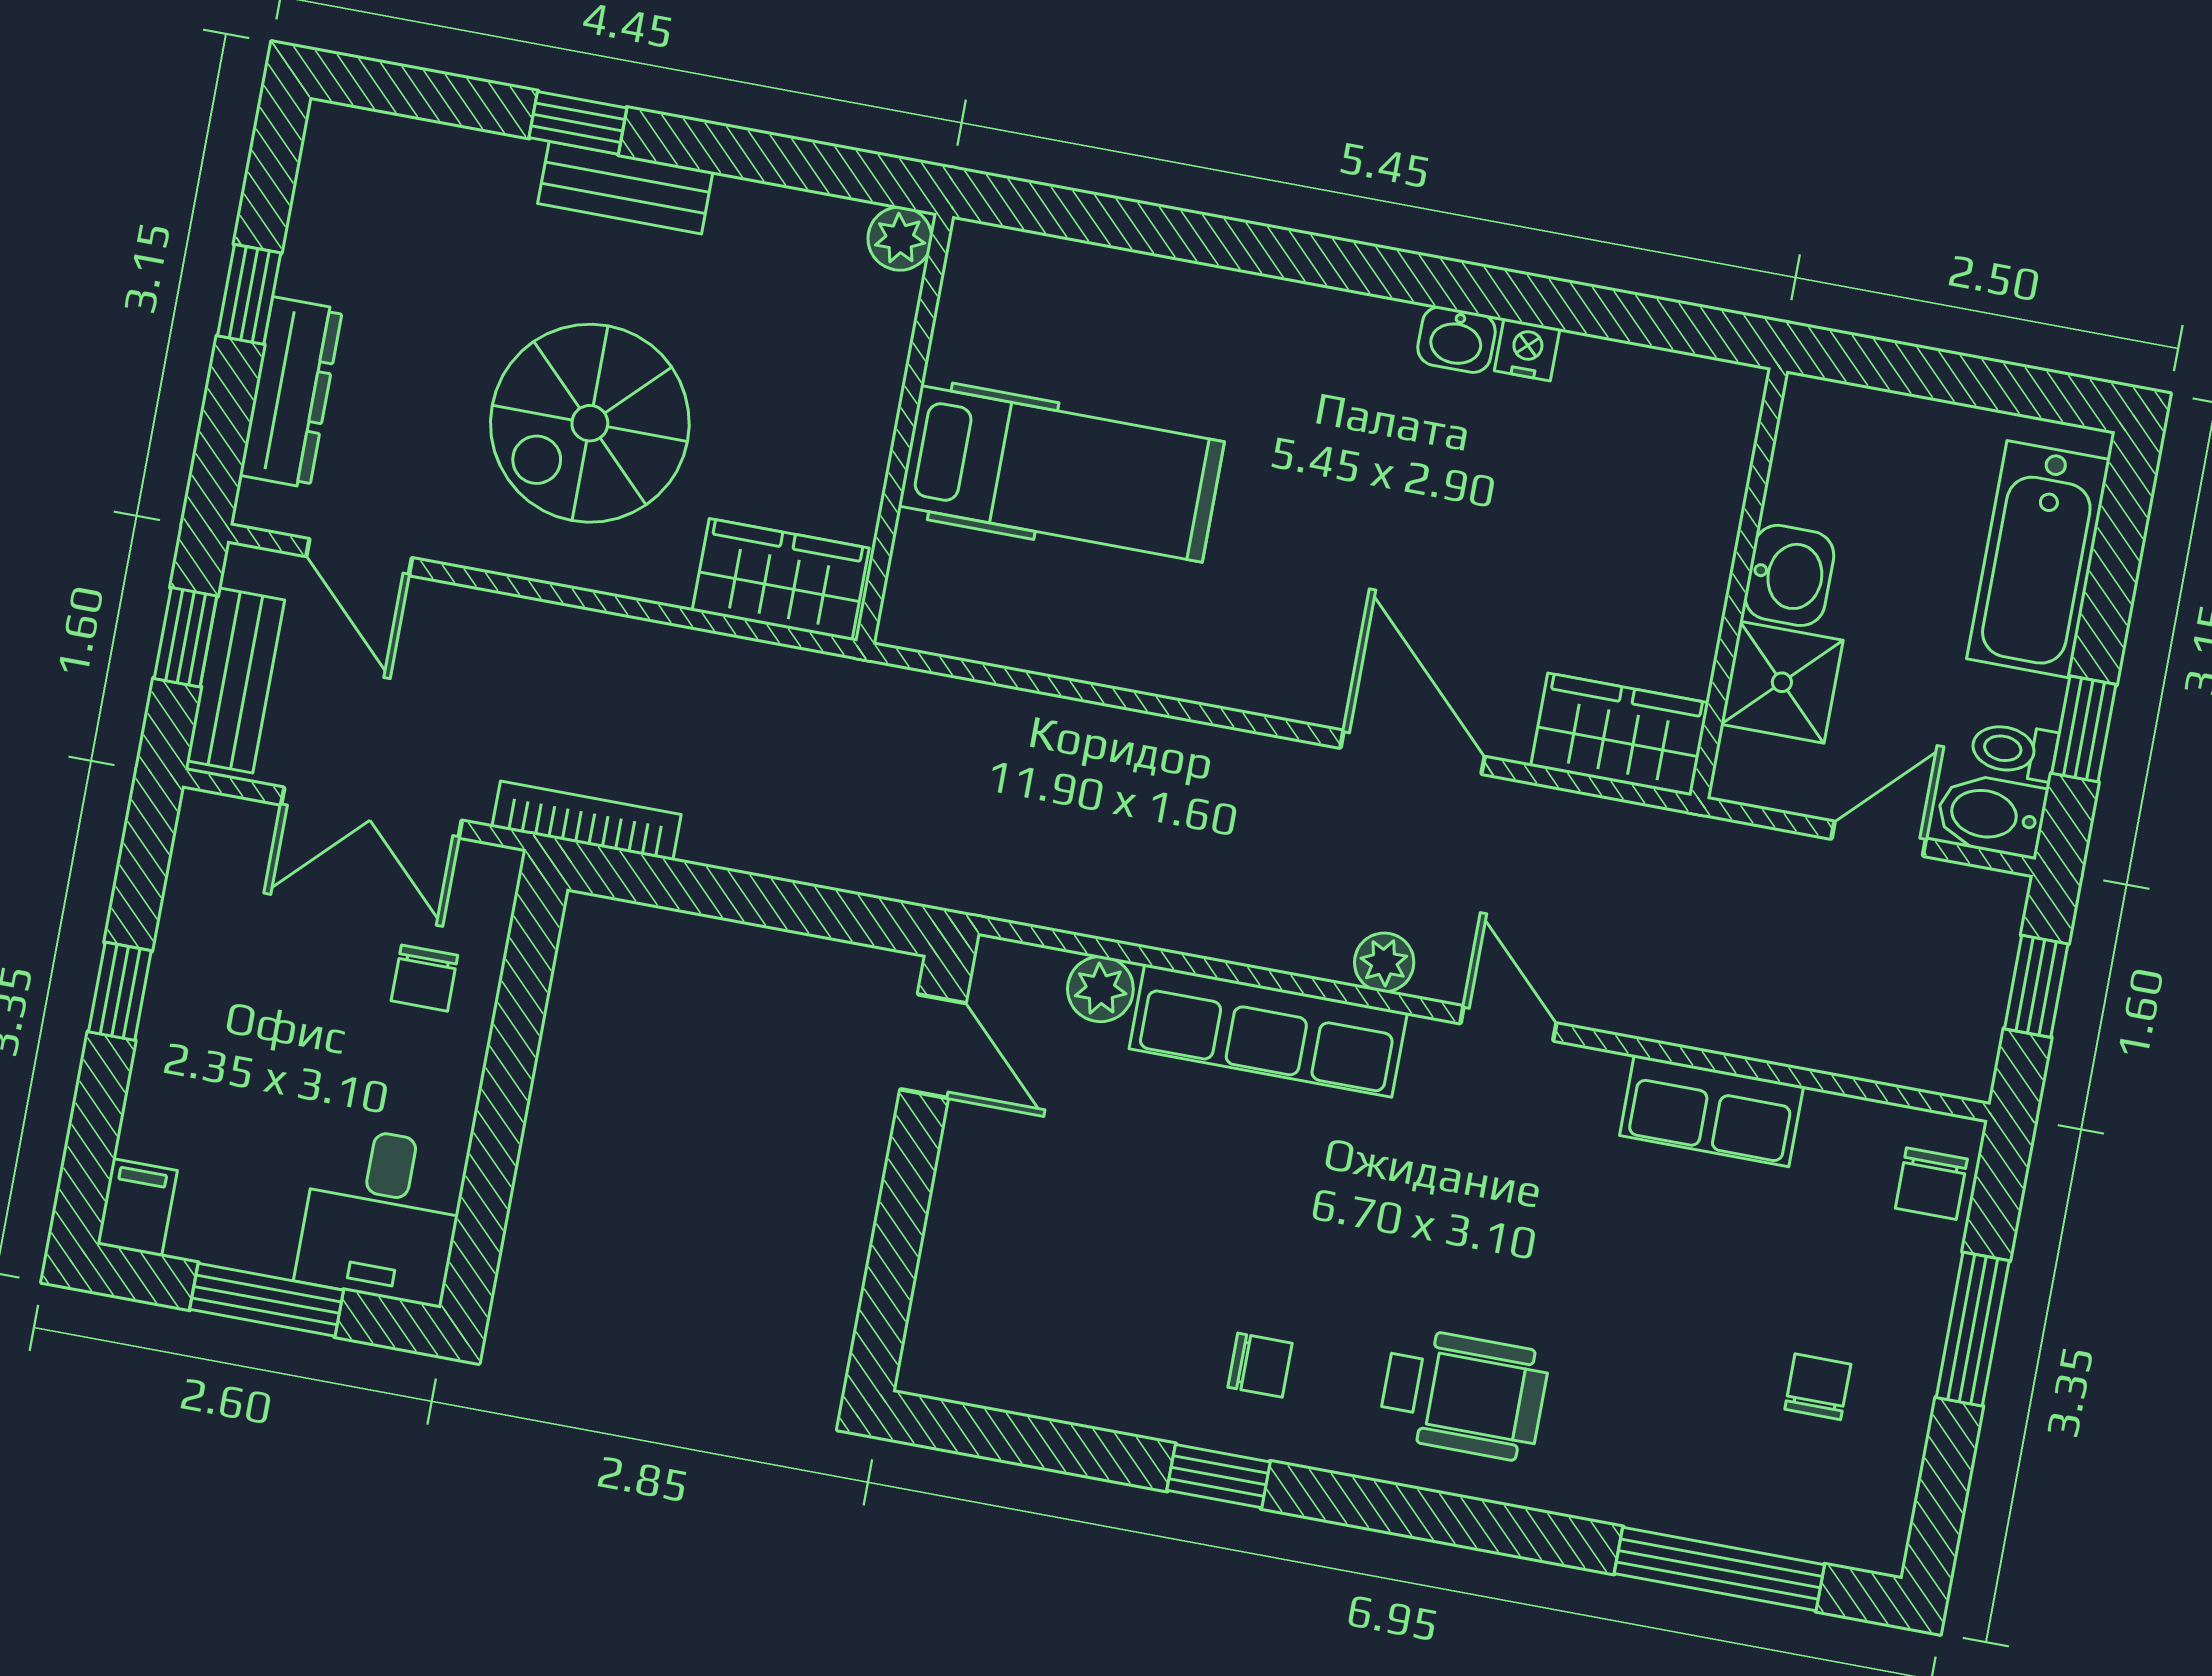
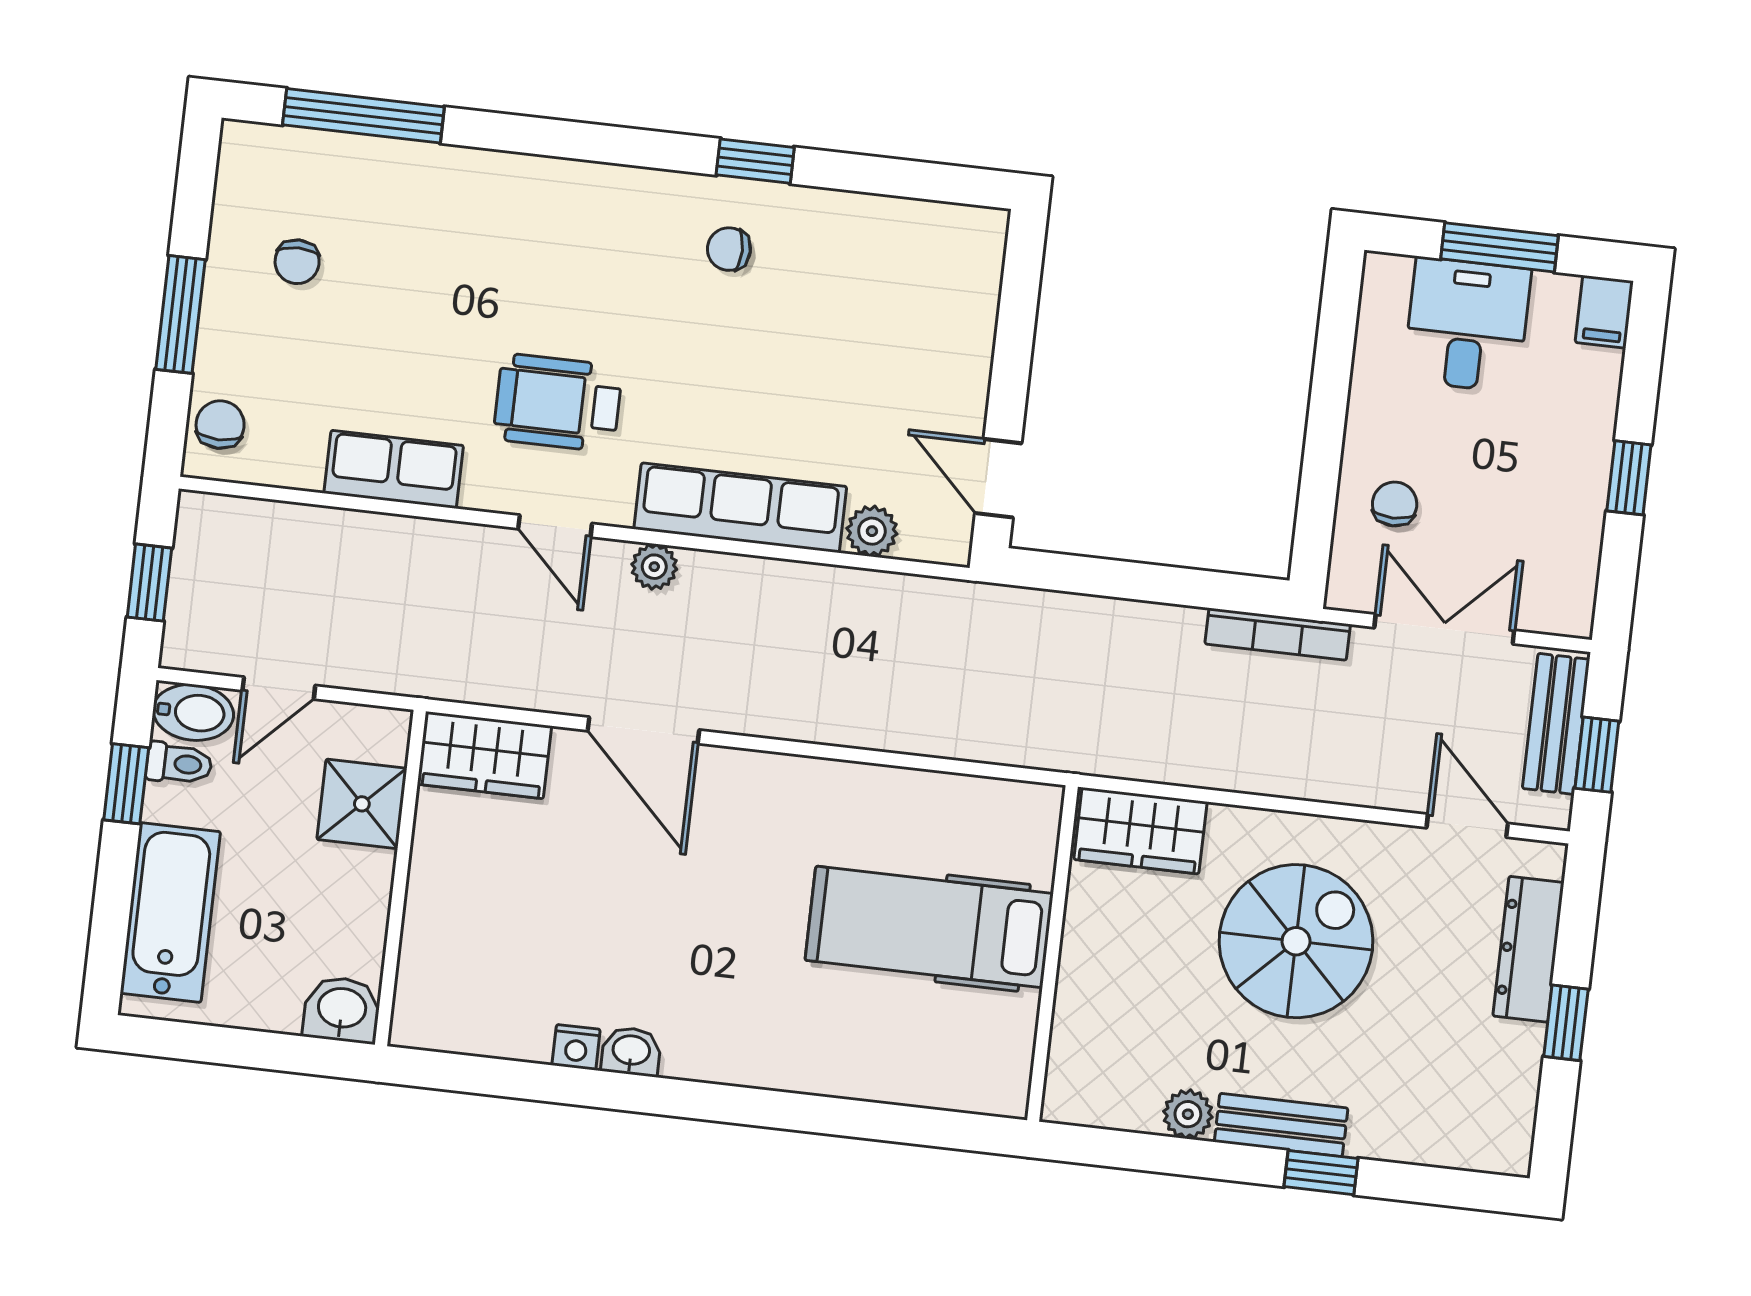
plant: (900, 239) -> (1188, 1114), moved
washbasin: (1789, 575) -> (342, 1010), moved, turned 90
desk: (382, 1215) -> (1467, 325), moved
wheelchair: (1464, 1394) -> (558, 403), moved

